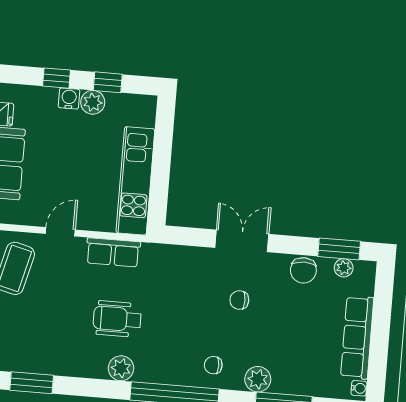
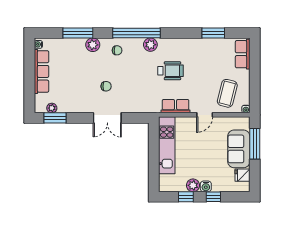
chair: (303, 270) -> (73, 105), removed
plant: (121, 368) -> (150, 45), moved

